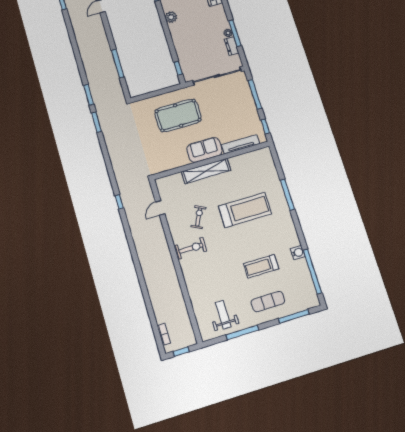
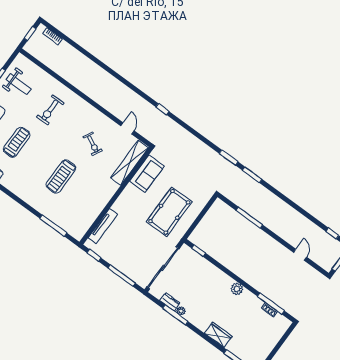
sofa: (204, 150) -> (147, 174), moved
shelving: (206, 171) -> (129, 163), moved
window: (287, 195) -> (53, 226), moved
treadmill: (245, 210) -> (61, 176), width x0.73, depth x0.73
exercise bike: (191, 248) -> (50, 110), moved

